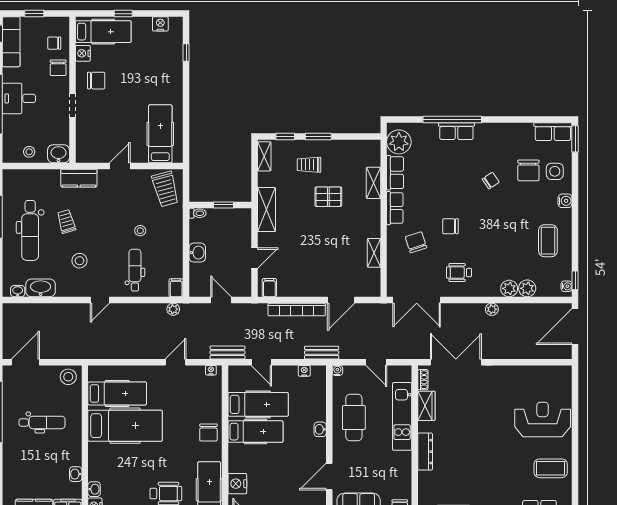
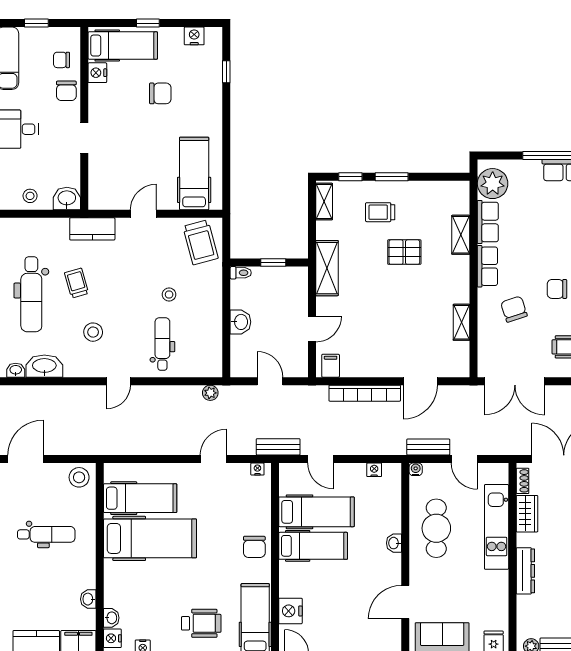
chair: (96, 81) -> (160, 93), moved
filing cabinet: (176, 288) -> (214, 366), removed
bench: (322, 353) -> (428, 447), moved

